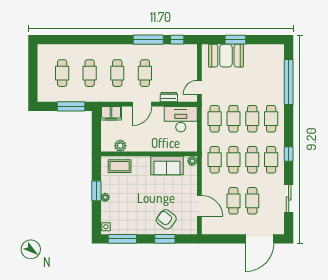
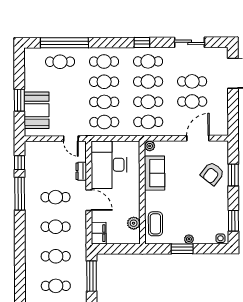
cafe table: (271, 78) -> (60, 62), added
desk: (181, 119) -> (109, 165), width x1.36, depth x1.30
window: (122, 239) -> (233, 221), width x0.69

